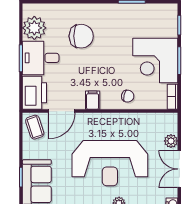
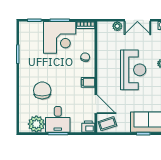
printer: (34, 93) -> (88, 127), width x0.53, depth x0.68
reception desk: (110, 163) -> (133, 70), width x0.74, depth x0.77

